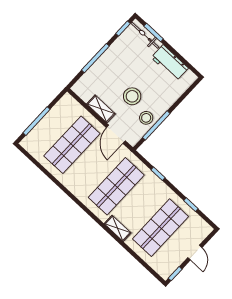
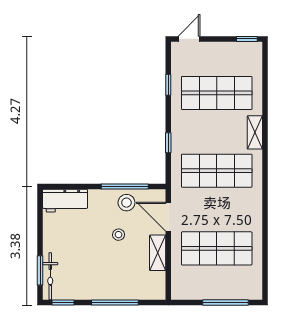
workbench: (170, 63) -> (65, 201), moved, turned 90
stool: (132, 96) -> (119, 235), width x0.53, depth x0.53
door: (116, 134) -> (168, 217), swing flipped
door: (195, 253) -> (189, 39), moved

